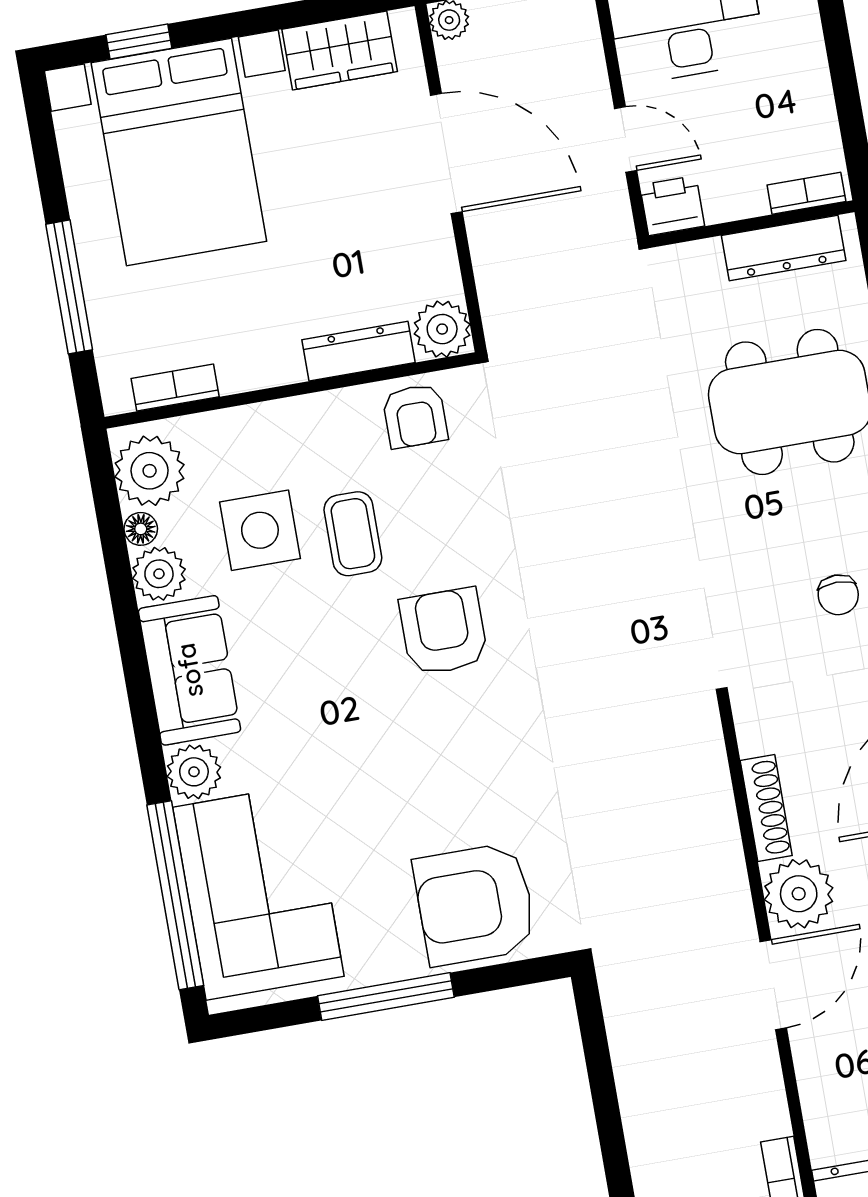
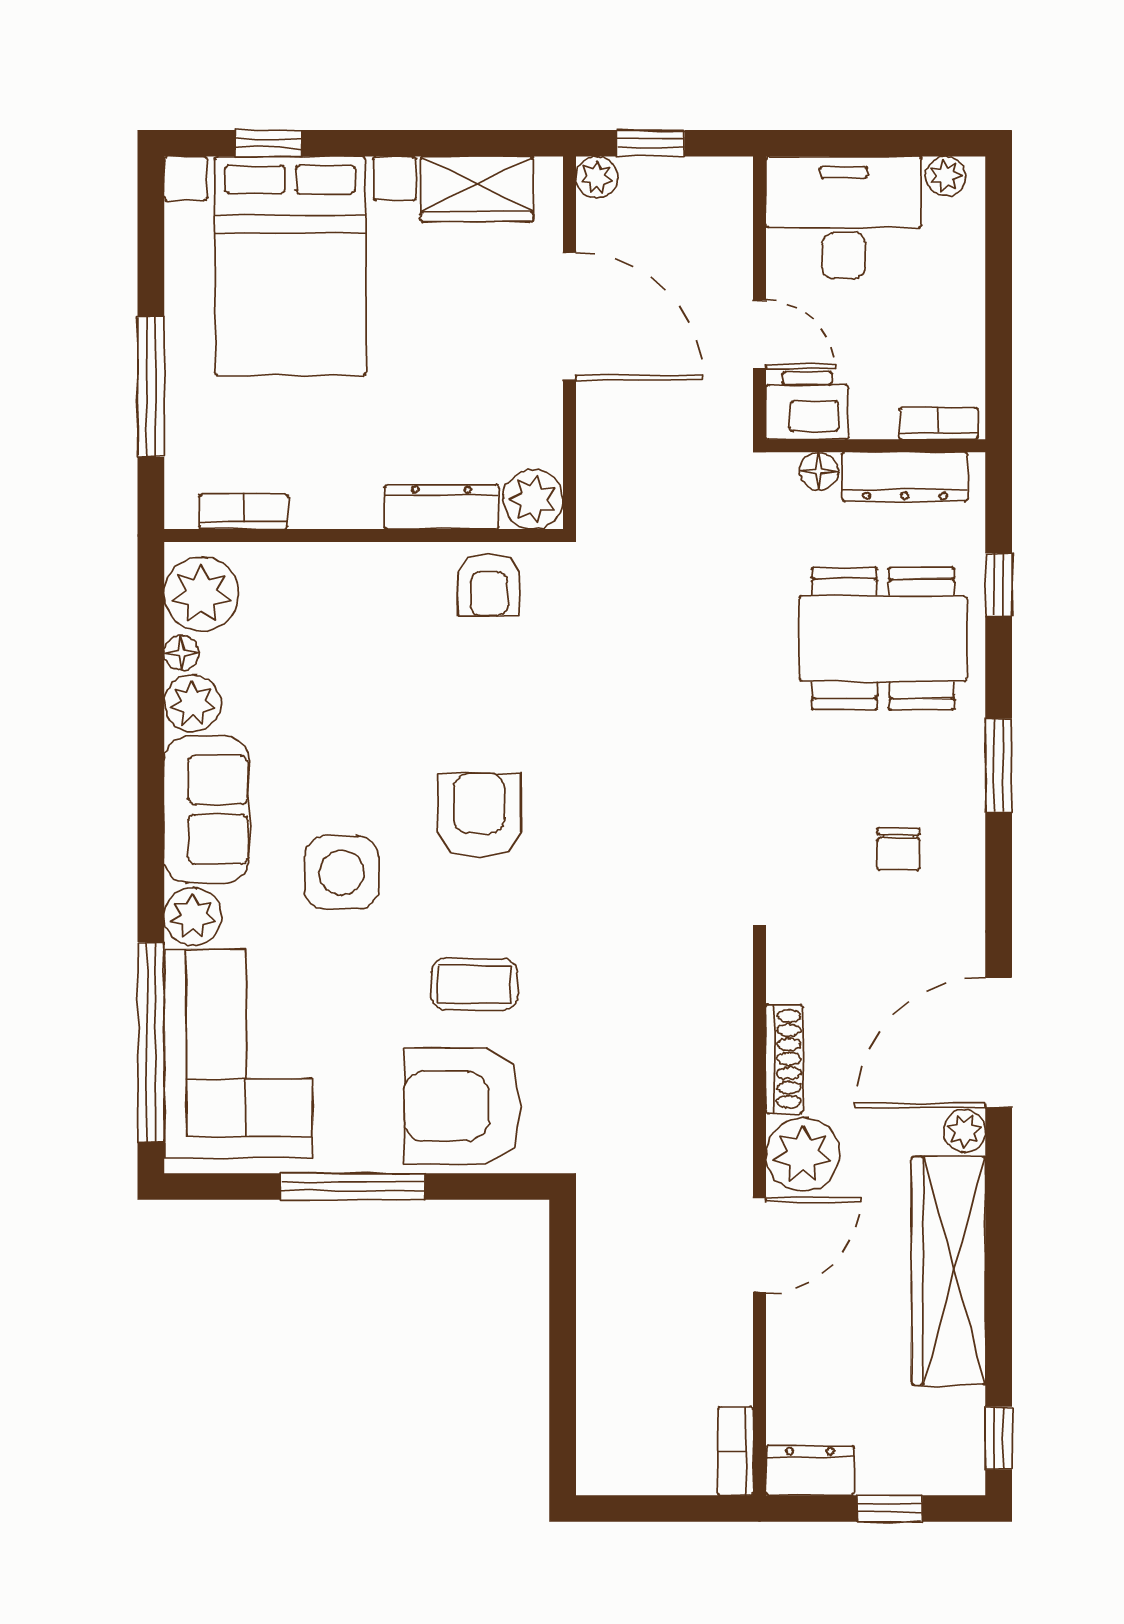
printer: (672, 206) -> (807, 405), width x1.36, depth x1.24
floor lamp: (703, 257) -> (819, 471), added
side table: (260, 530) -> (342, 872), moved
coffee table: (353, 534) -> (474, 984), moved, turned 90

